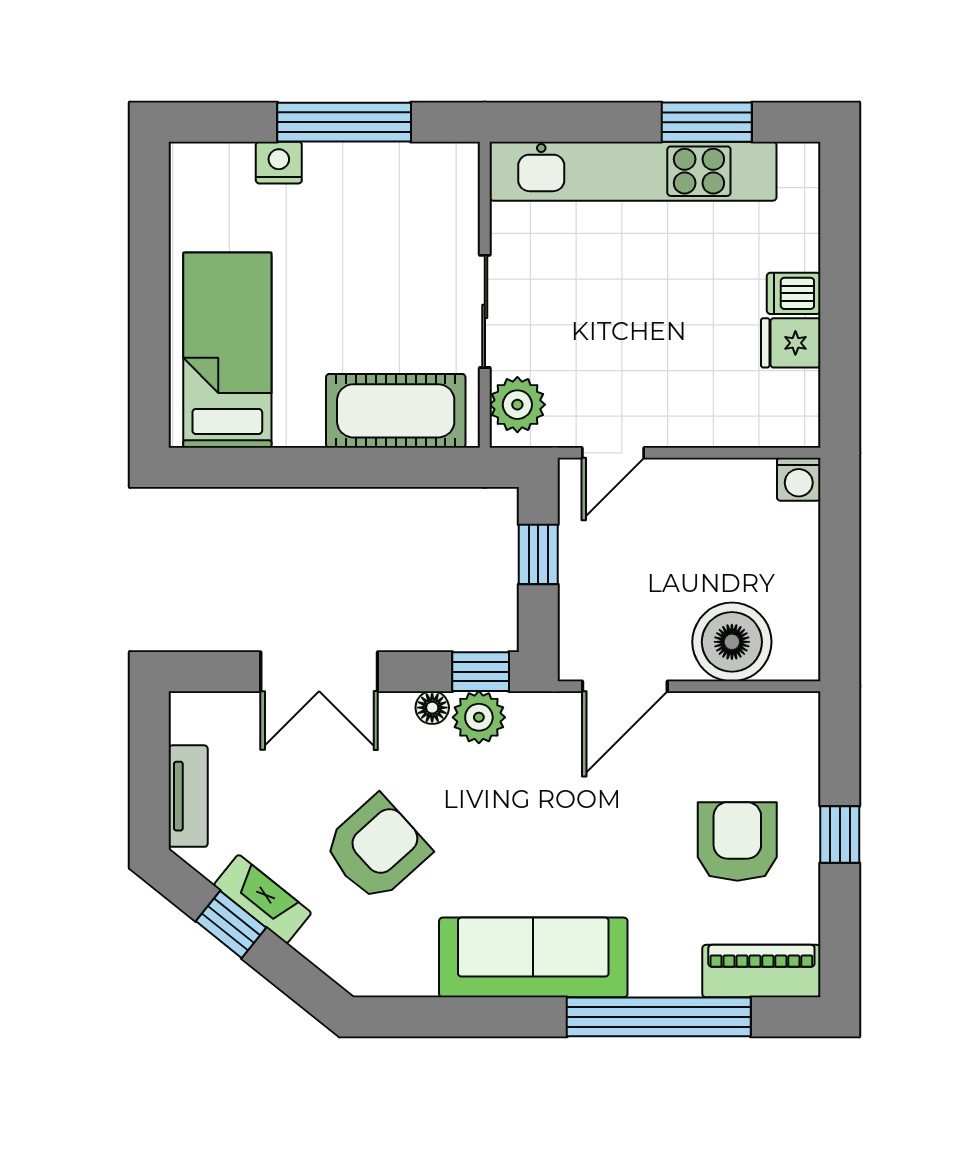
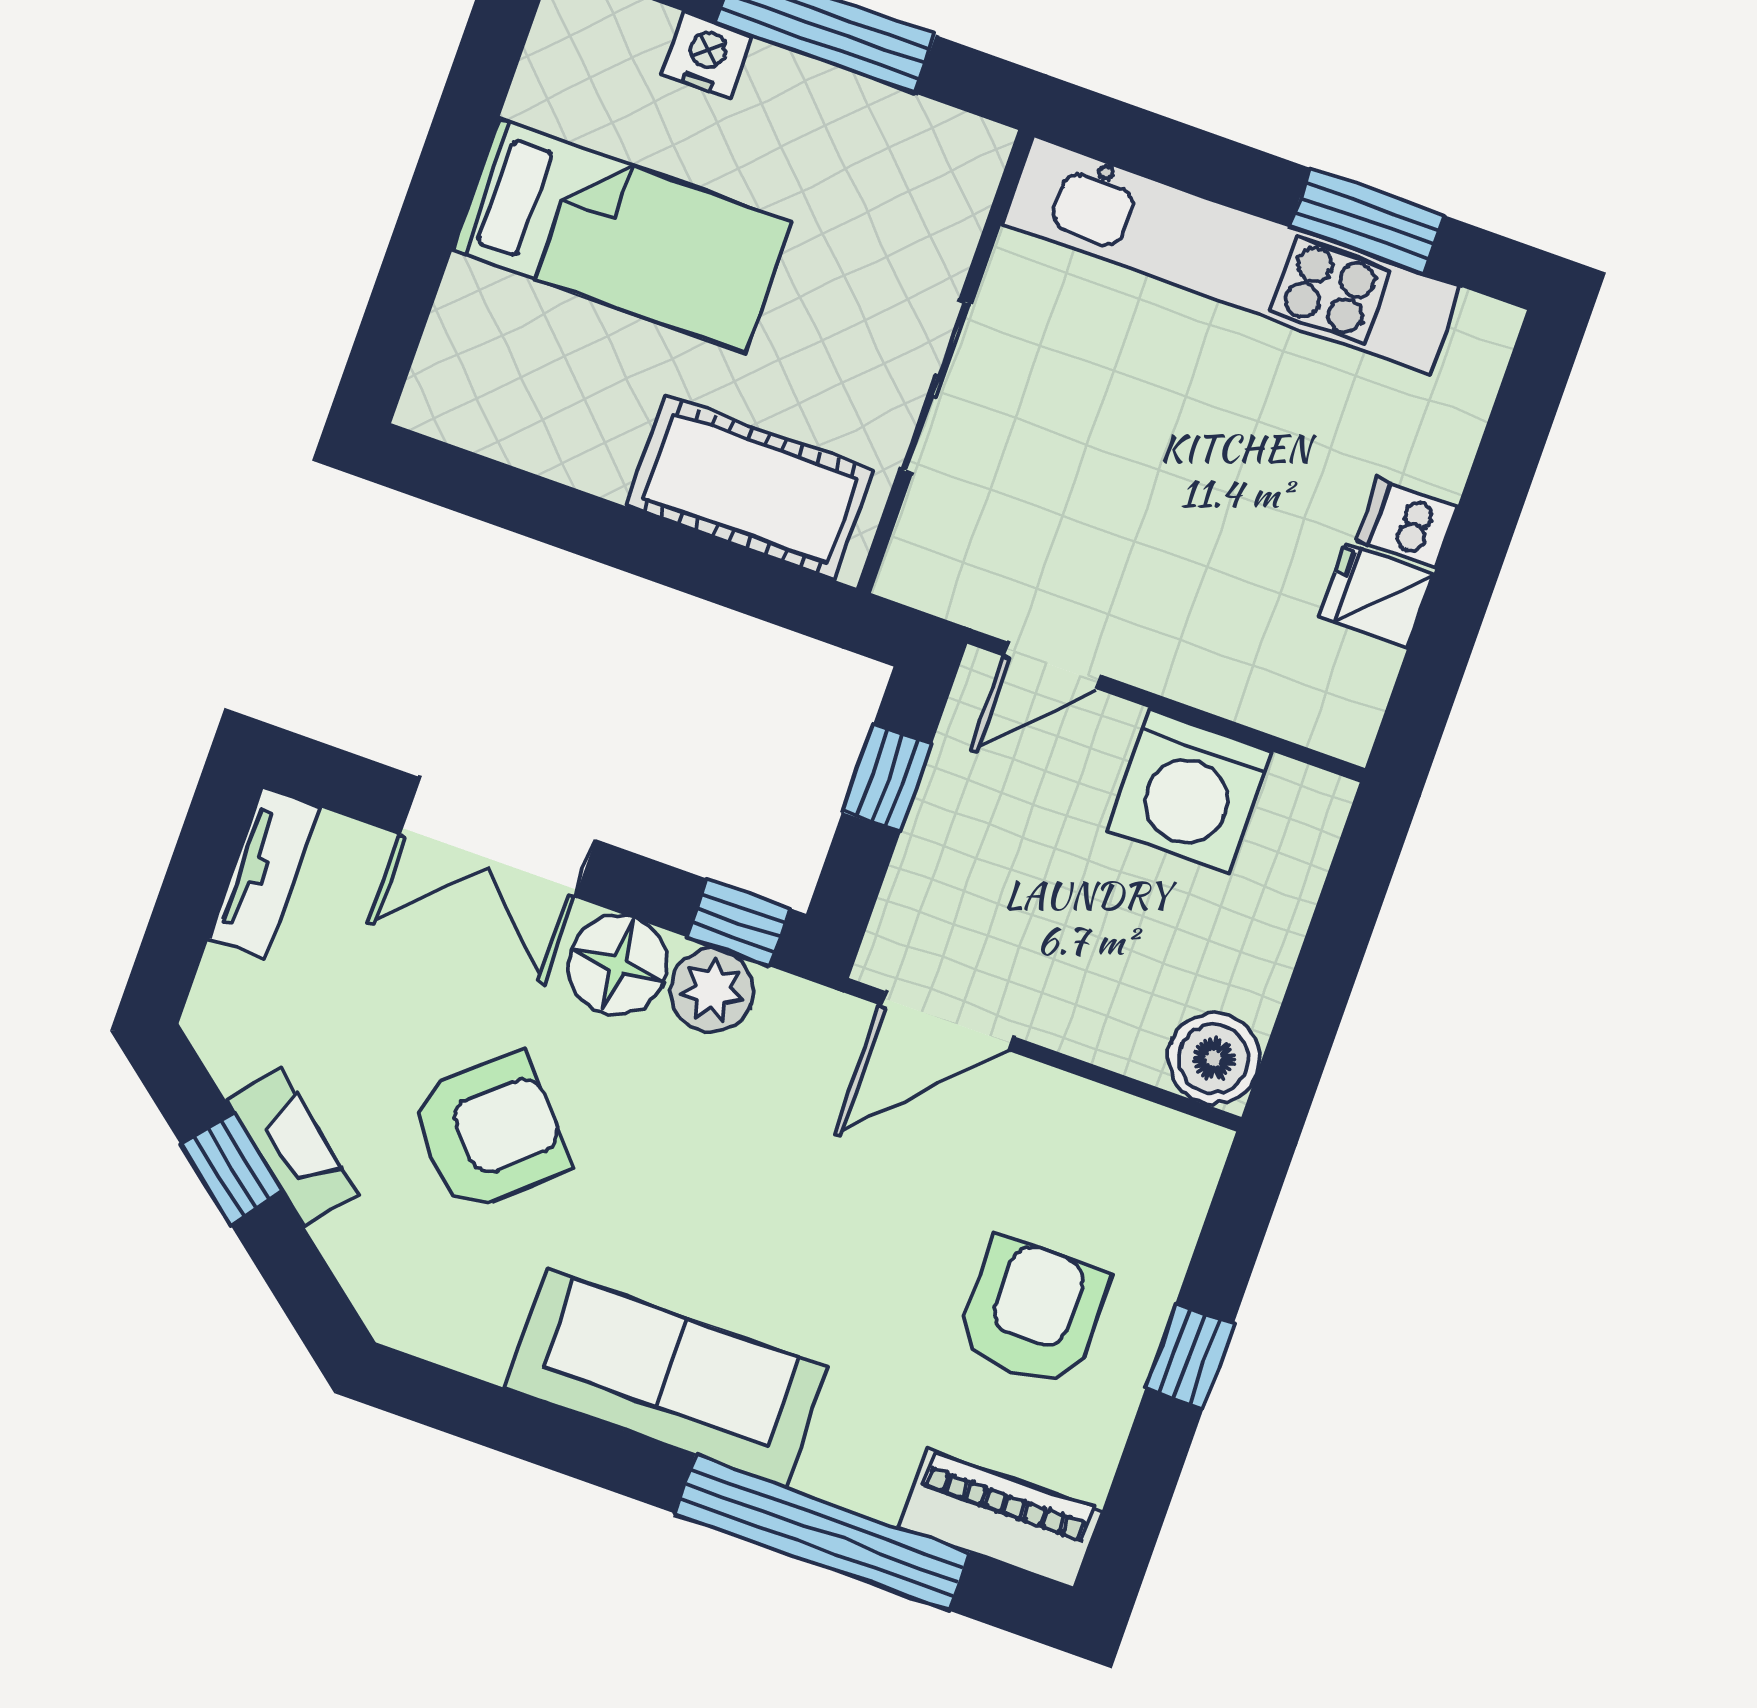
bed: (227, 350) -> (622, 236), moved, turned 90
plant: (517, 405) -> (935, 543), removed
washing machine: (799, 479) -> (1190, 791), moved, width x1.89, depth x1.89
boiler: (732, 642) -> (1214, 1059), moved, width x0.73, depth x0.73
floor lamp: (432, 708) -> (618, 965), width x1.89, depth x1.89
tv unit: (188, 796) -> (264, 873), moved

